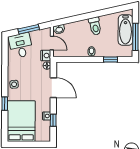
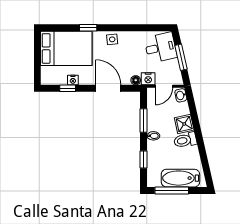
shower: (82, 27) -> (184, 124), added
window: (79, 59) -> (144, 120), added
door: (53, 88) -> (108, 88), swing flipped

